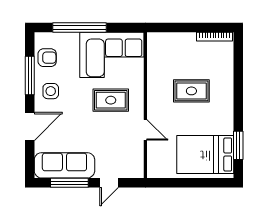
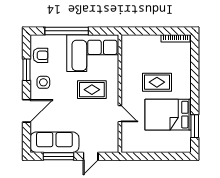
window: (30, 76) -> (26, 70), width x0.69
bed: (205, 155) -> (168, 115), moved

